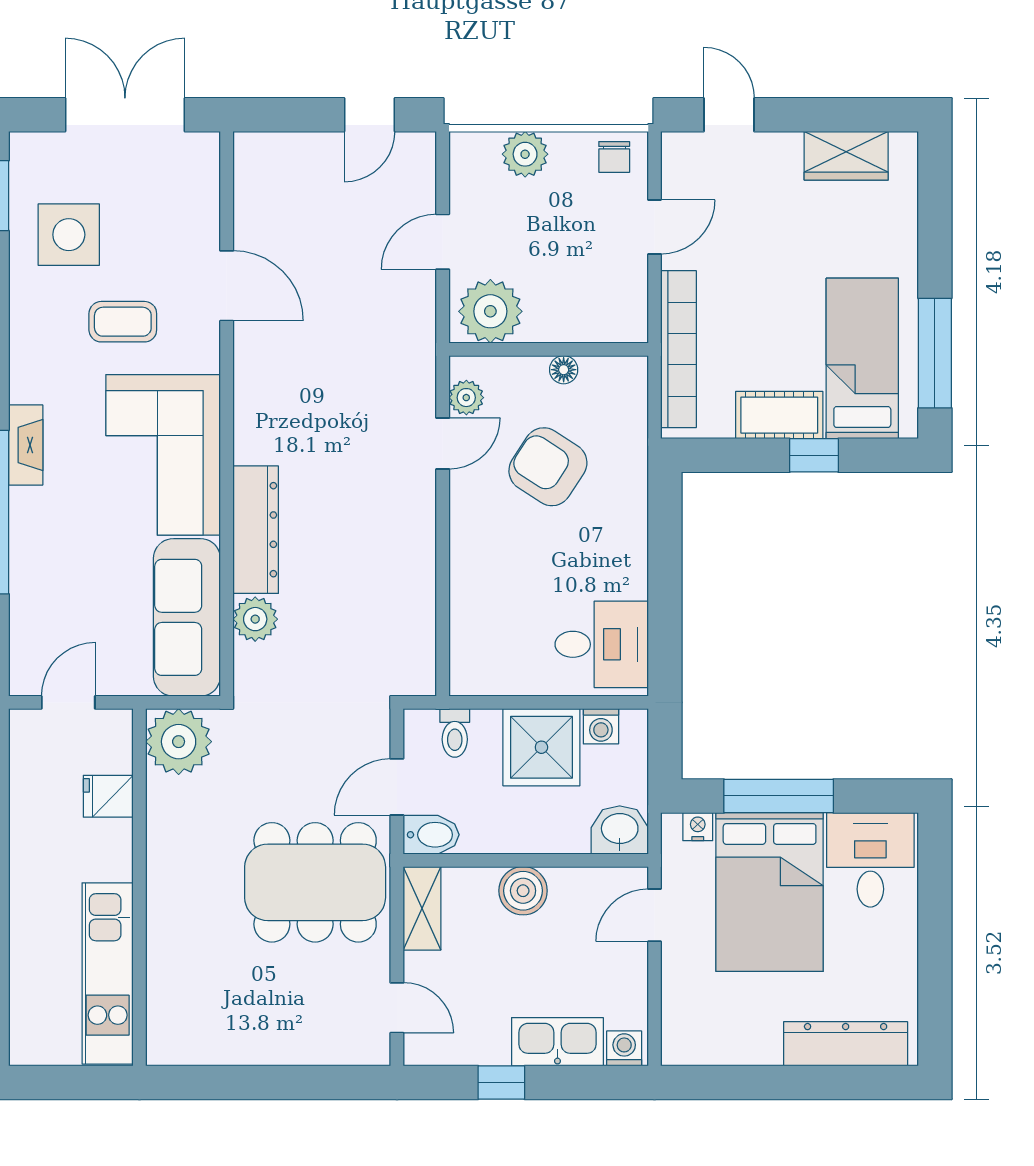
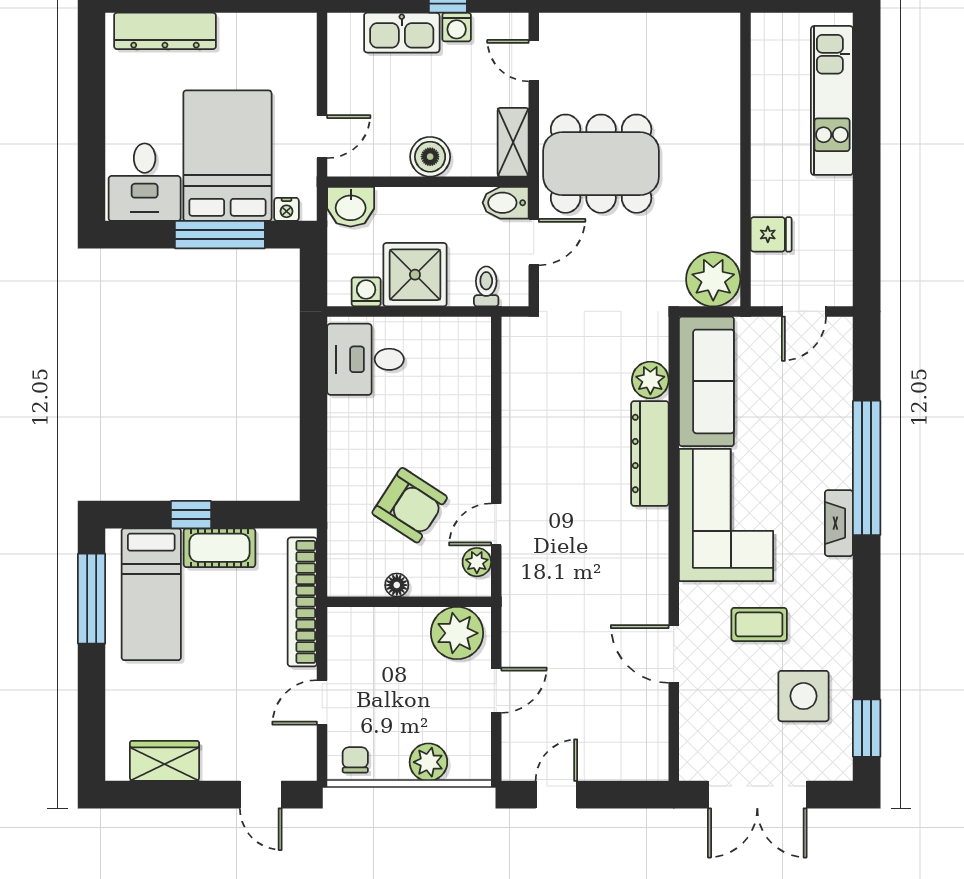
kitchen unit: (108, 973) -> (832, 100), moved, turned 180
washing machine: (624, 1048) -> (457, 27), moved

